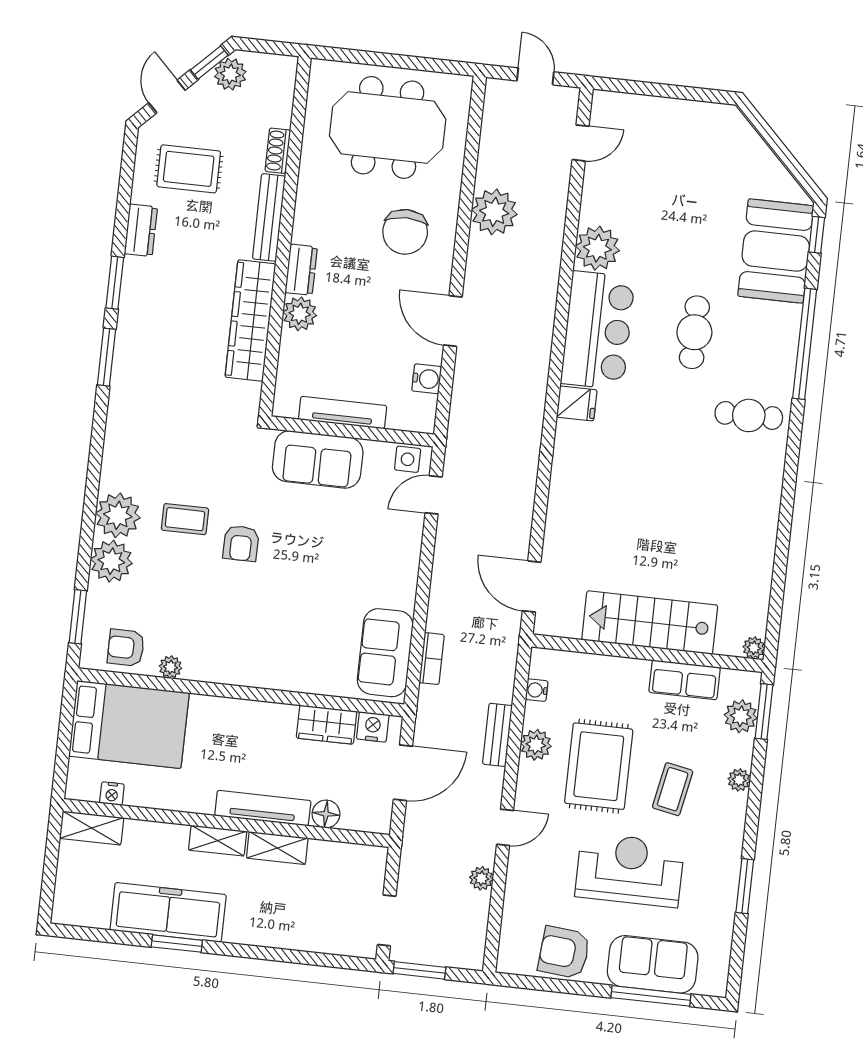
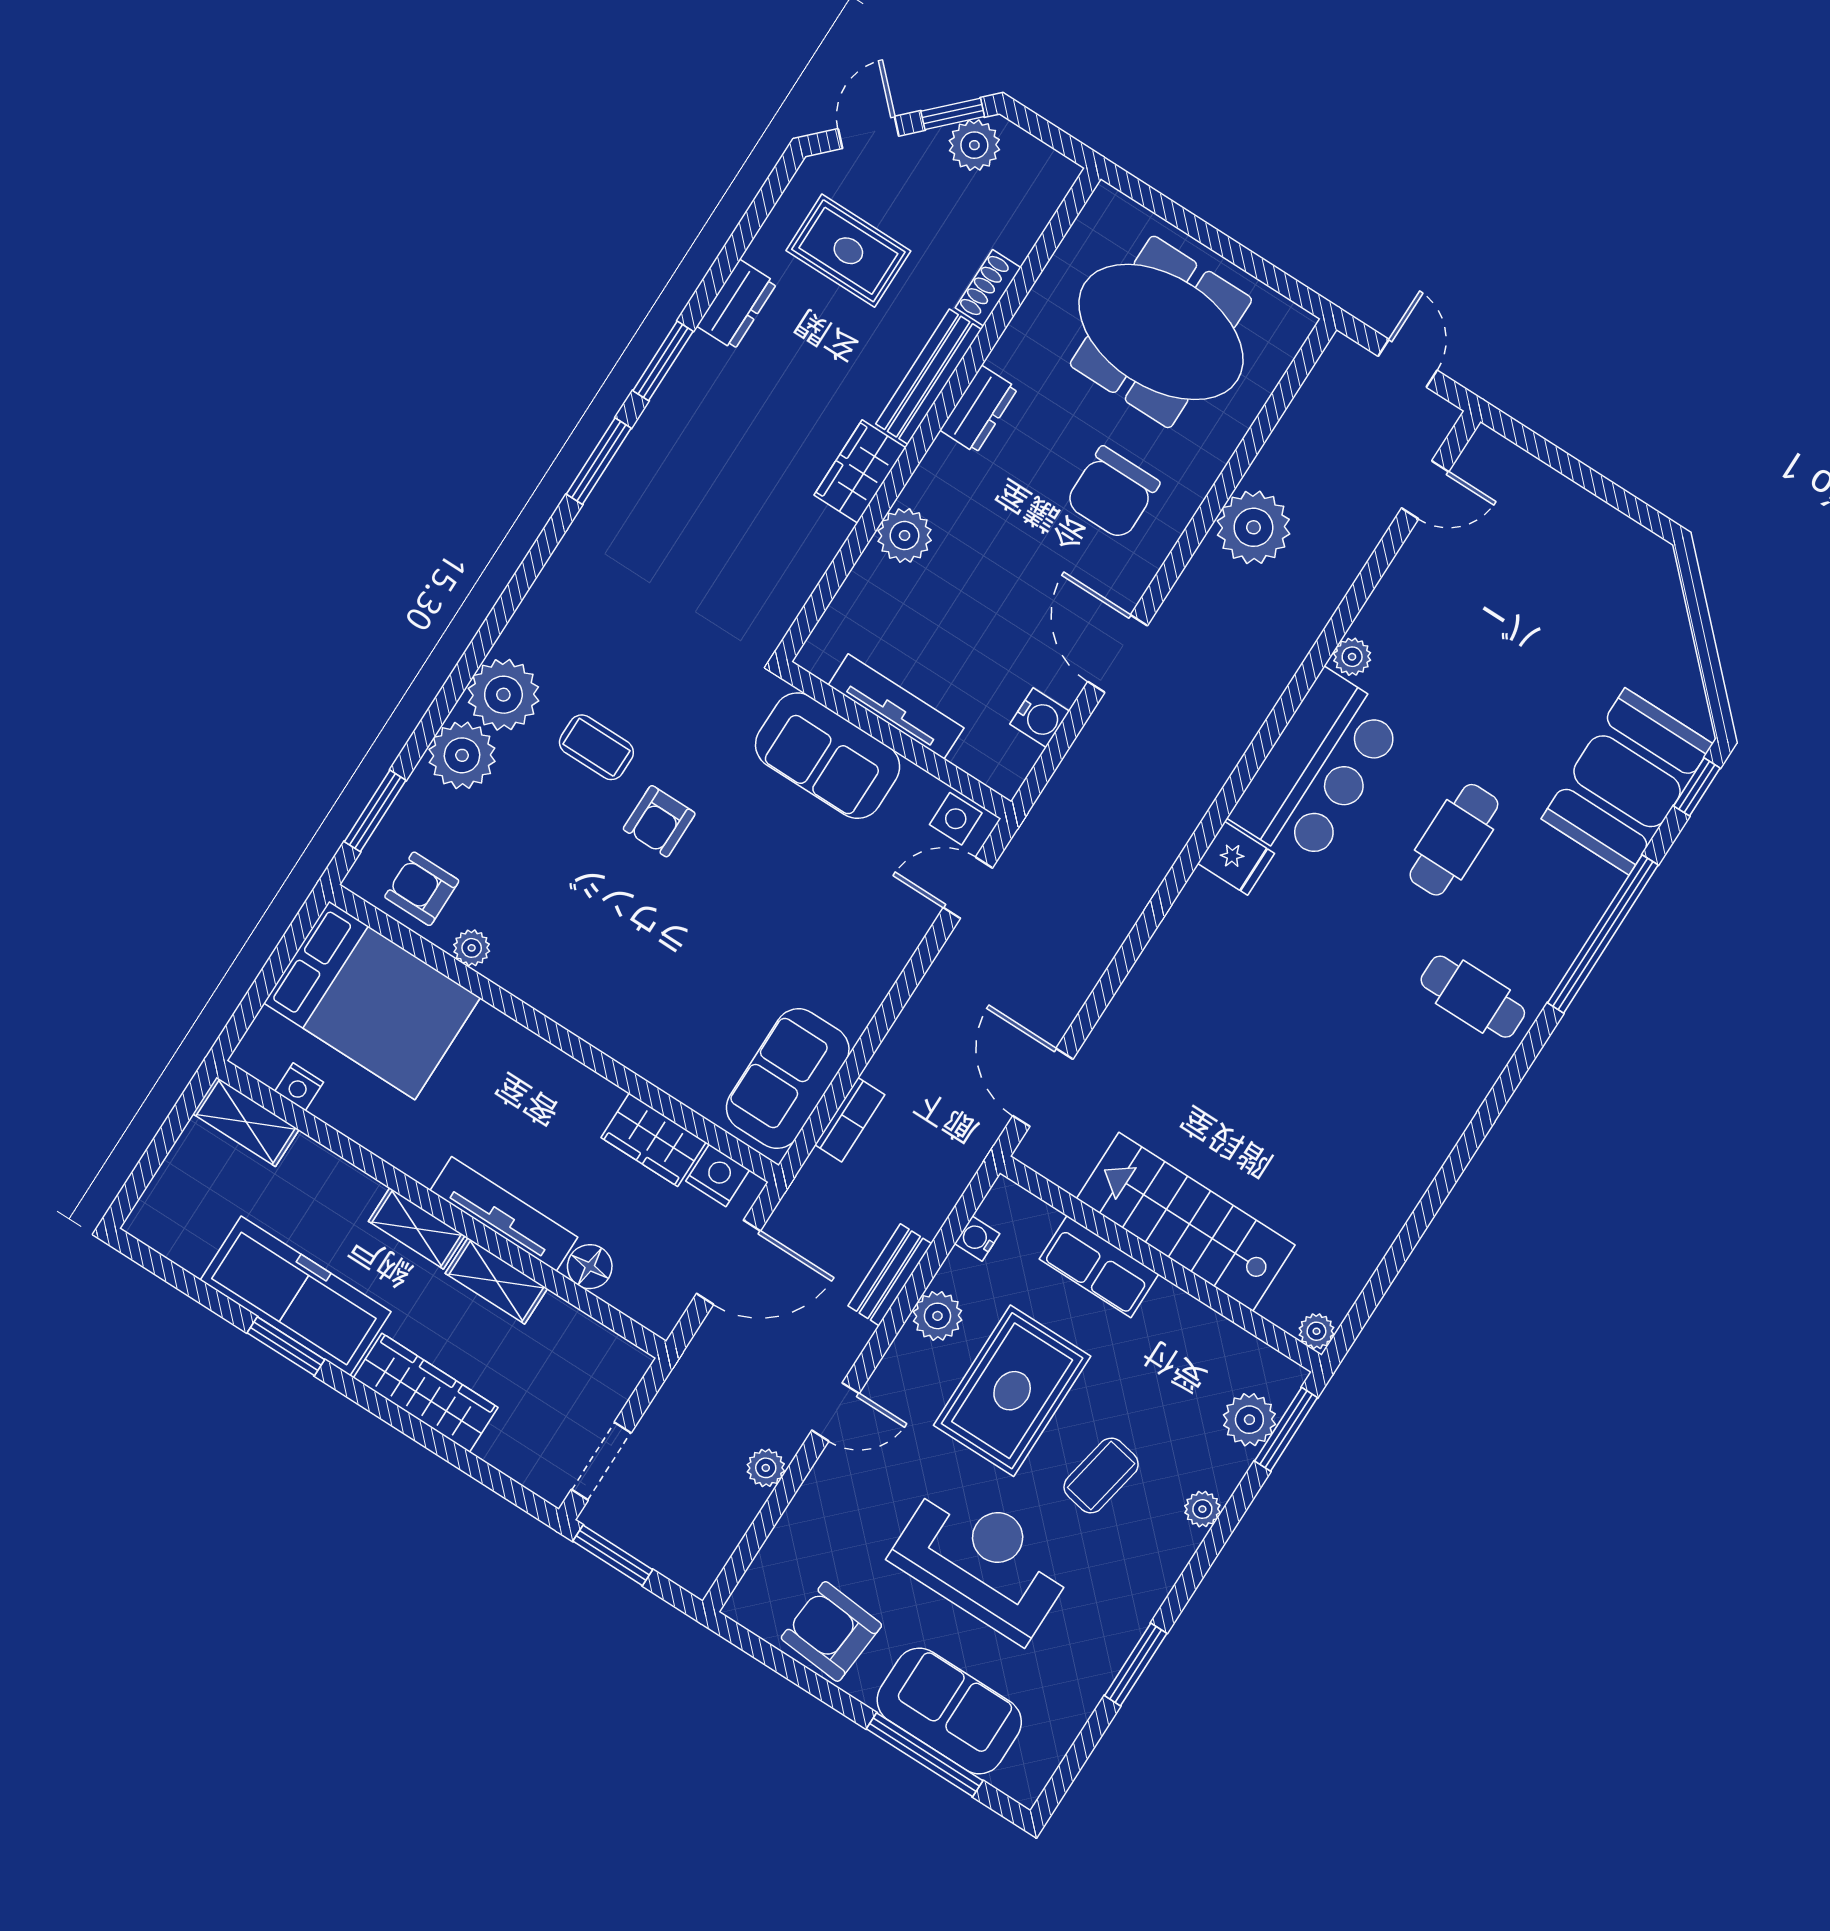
plant: (597, 248) -> (1352, 657), width x0.53, depth x0.53
dresser: (301, 270) -> (979, 409), moved
wardrobe: (250, 321) -> (860, 471), width x0.48, depth x0.85
row of seats: (685, 680) -> (1099, 1267), moved
wardrobe: (269, 931) -> (426, 1393), added

